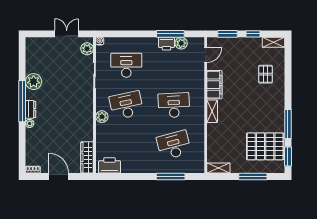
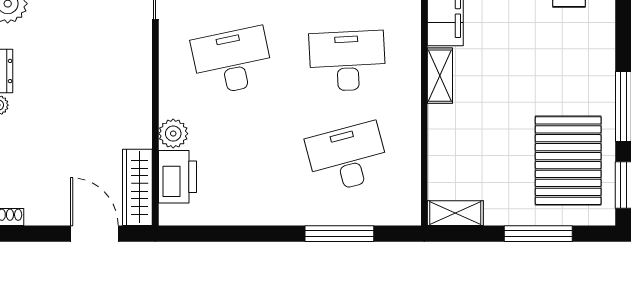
plant: (102, 117) -> (173, 134), moved
pallet: (265, 146) -> (568, 161), turned 90
printer: (110, 165) -> (177, 177), moved, turned 90
door: (59, 177) -> (94, 234), moved

